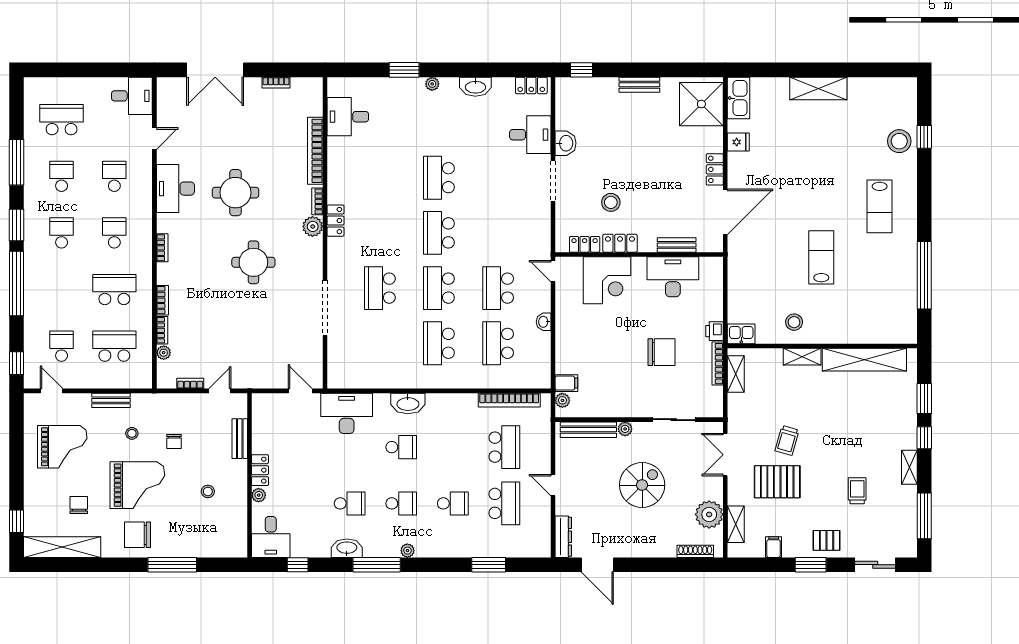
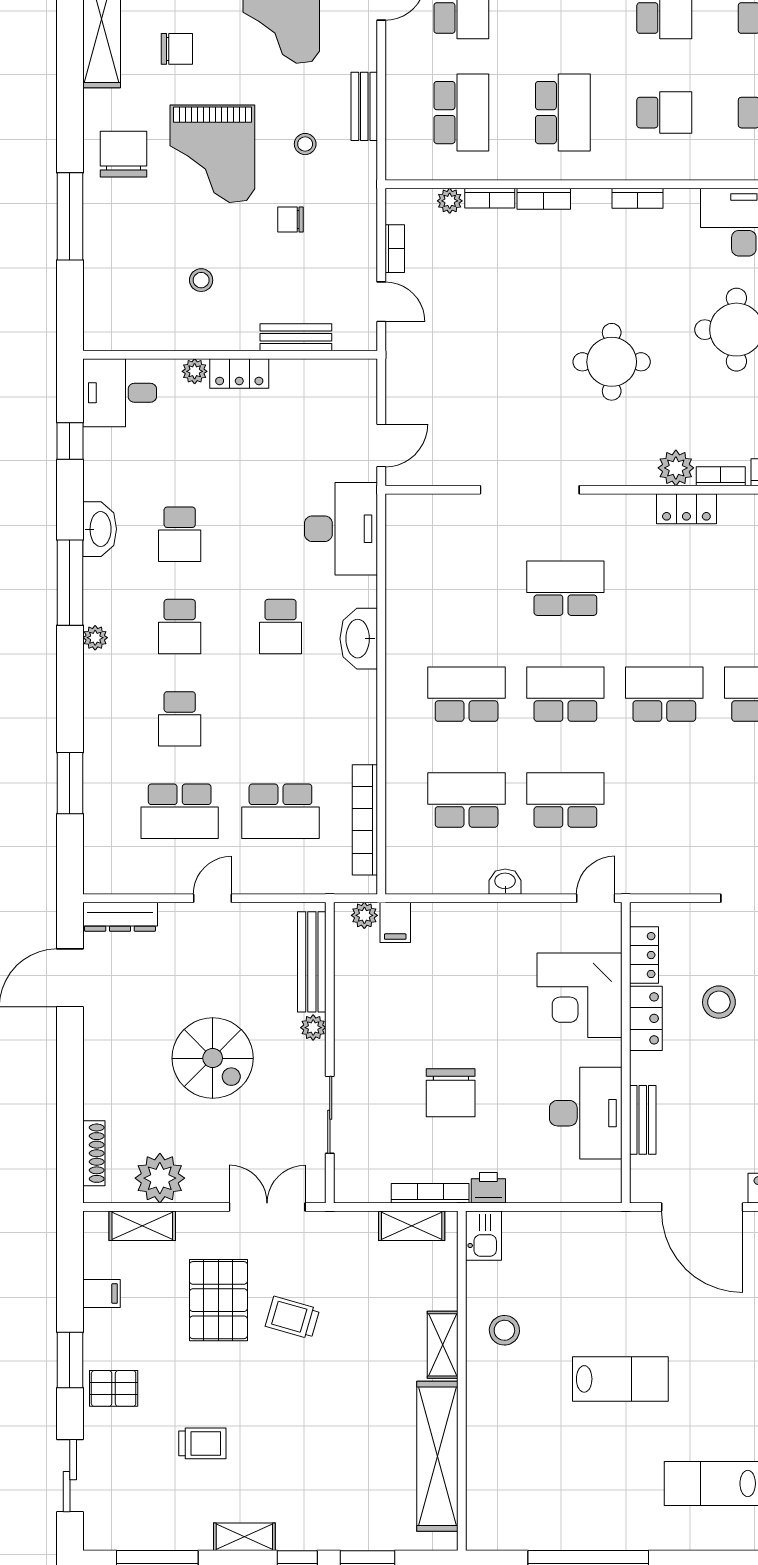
pallet: (827, 540) -> (114, 1388), turned 90

